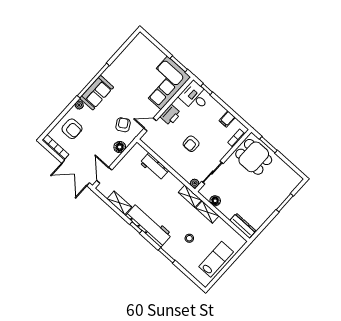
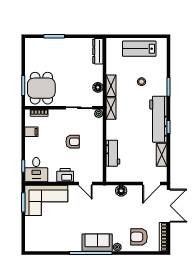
armchair: (123, 125) -> (103, 203), removed
armchair: (72, 129) -> (139, 237), turned -90

